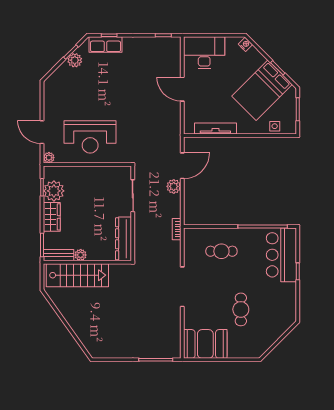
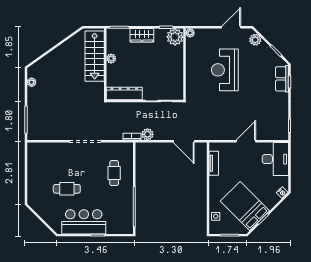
plant: (75, 60) -> (255, 40), moved
tv unit: (215, 129) -> (214, 163), width x0.71
door: (42, 132) -> (231, 27), moved
reception desk: (90, 137) -> (225, 70), moved
plant: (174, 186) -> (147, 134), moved
plant: (54, 191) -> (175, 37), moved
bench: (58, 255) -> (111, 41), removed
bar counter: (281, 255) -> (84, 222), moved
booth: (205, 344) -> (39, 160), removed
plant: (110, 353) -> (32, 82), added

